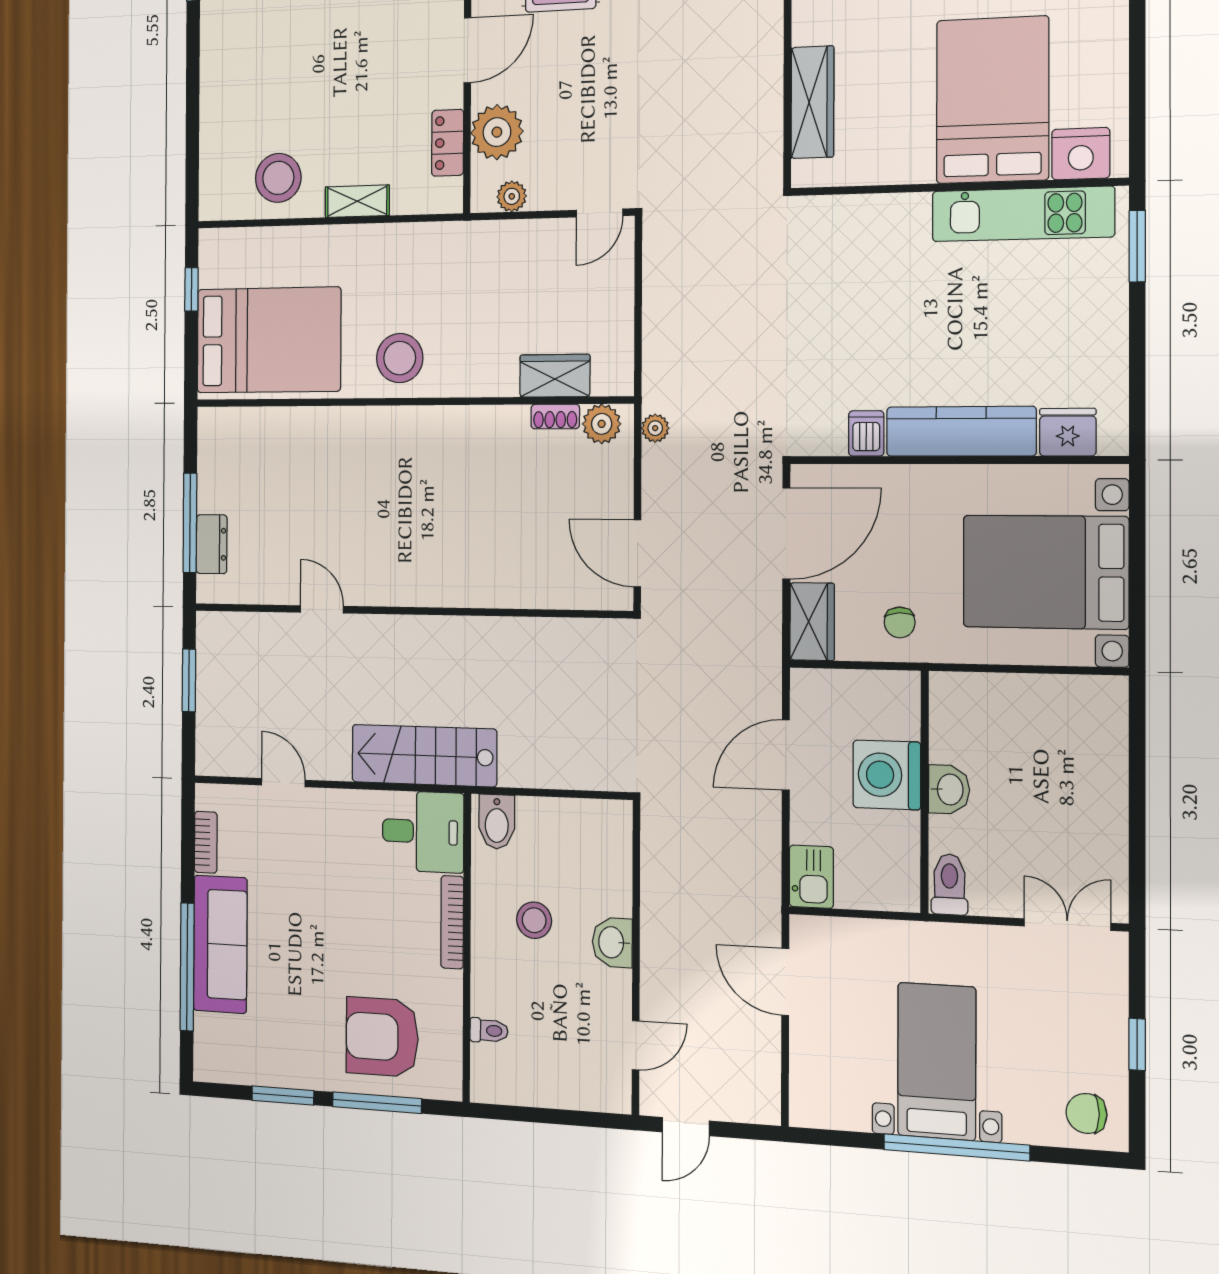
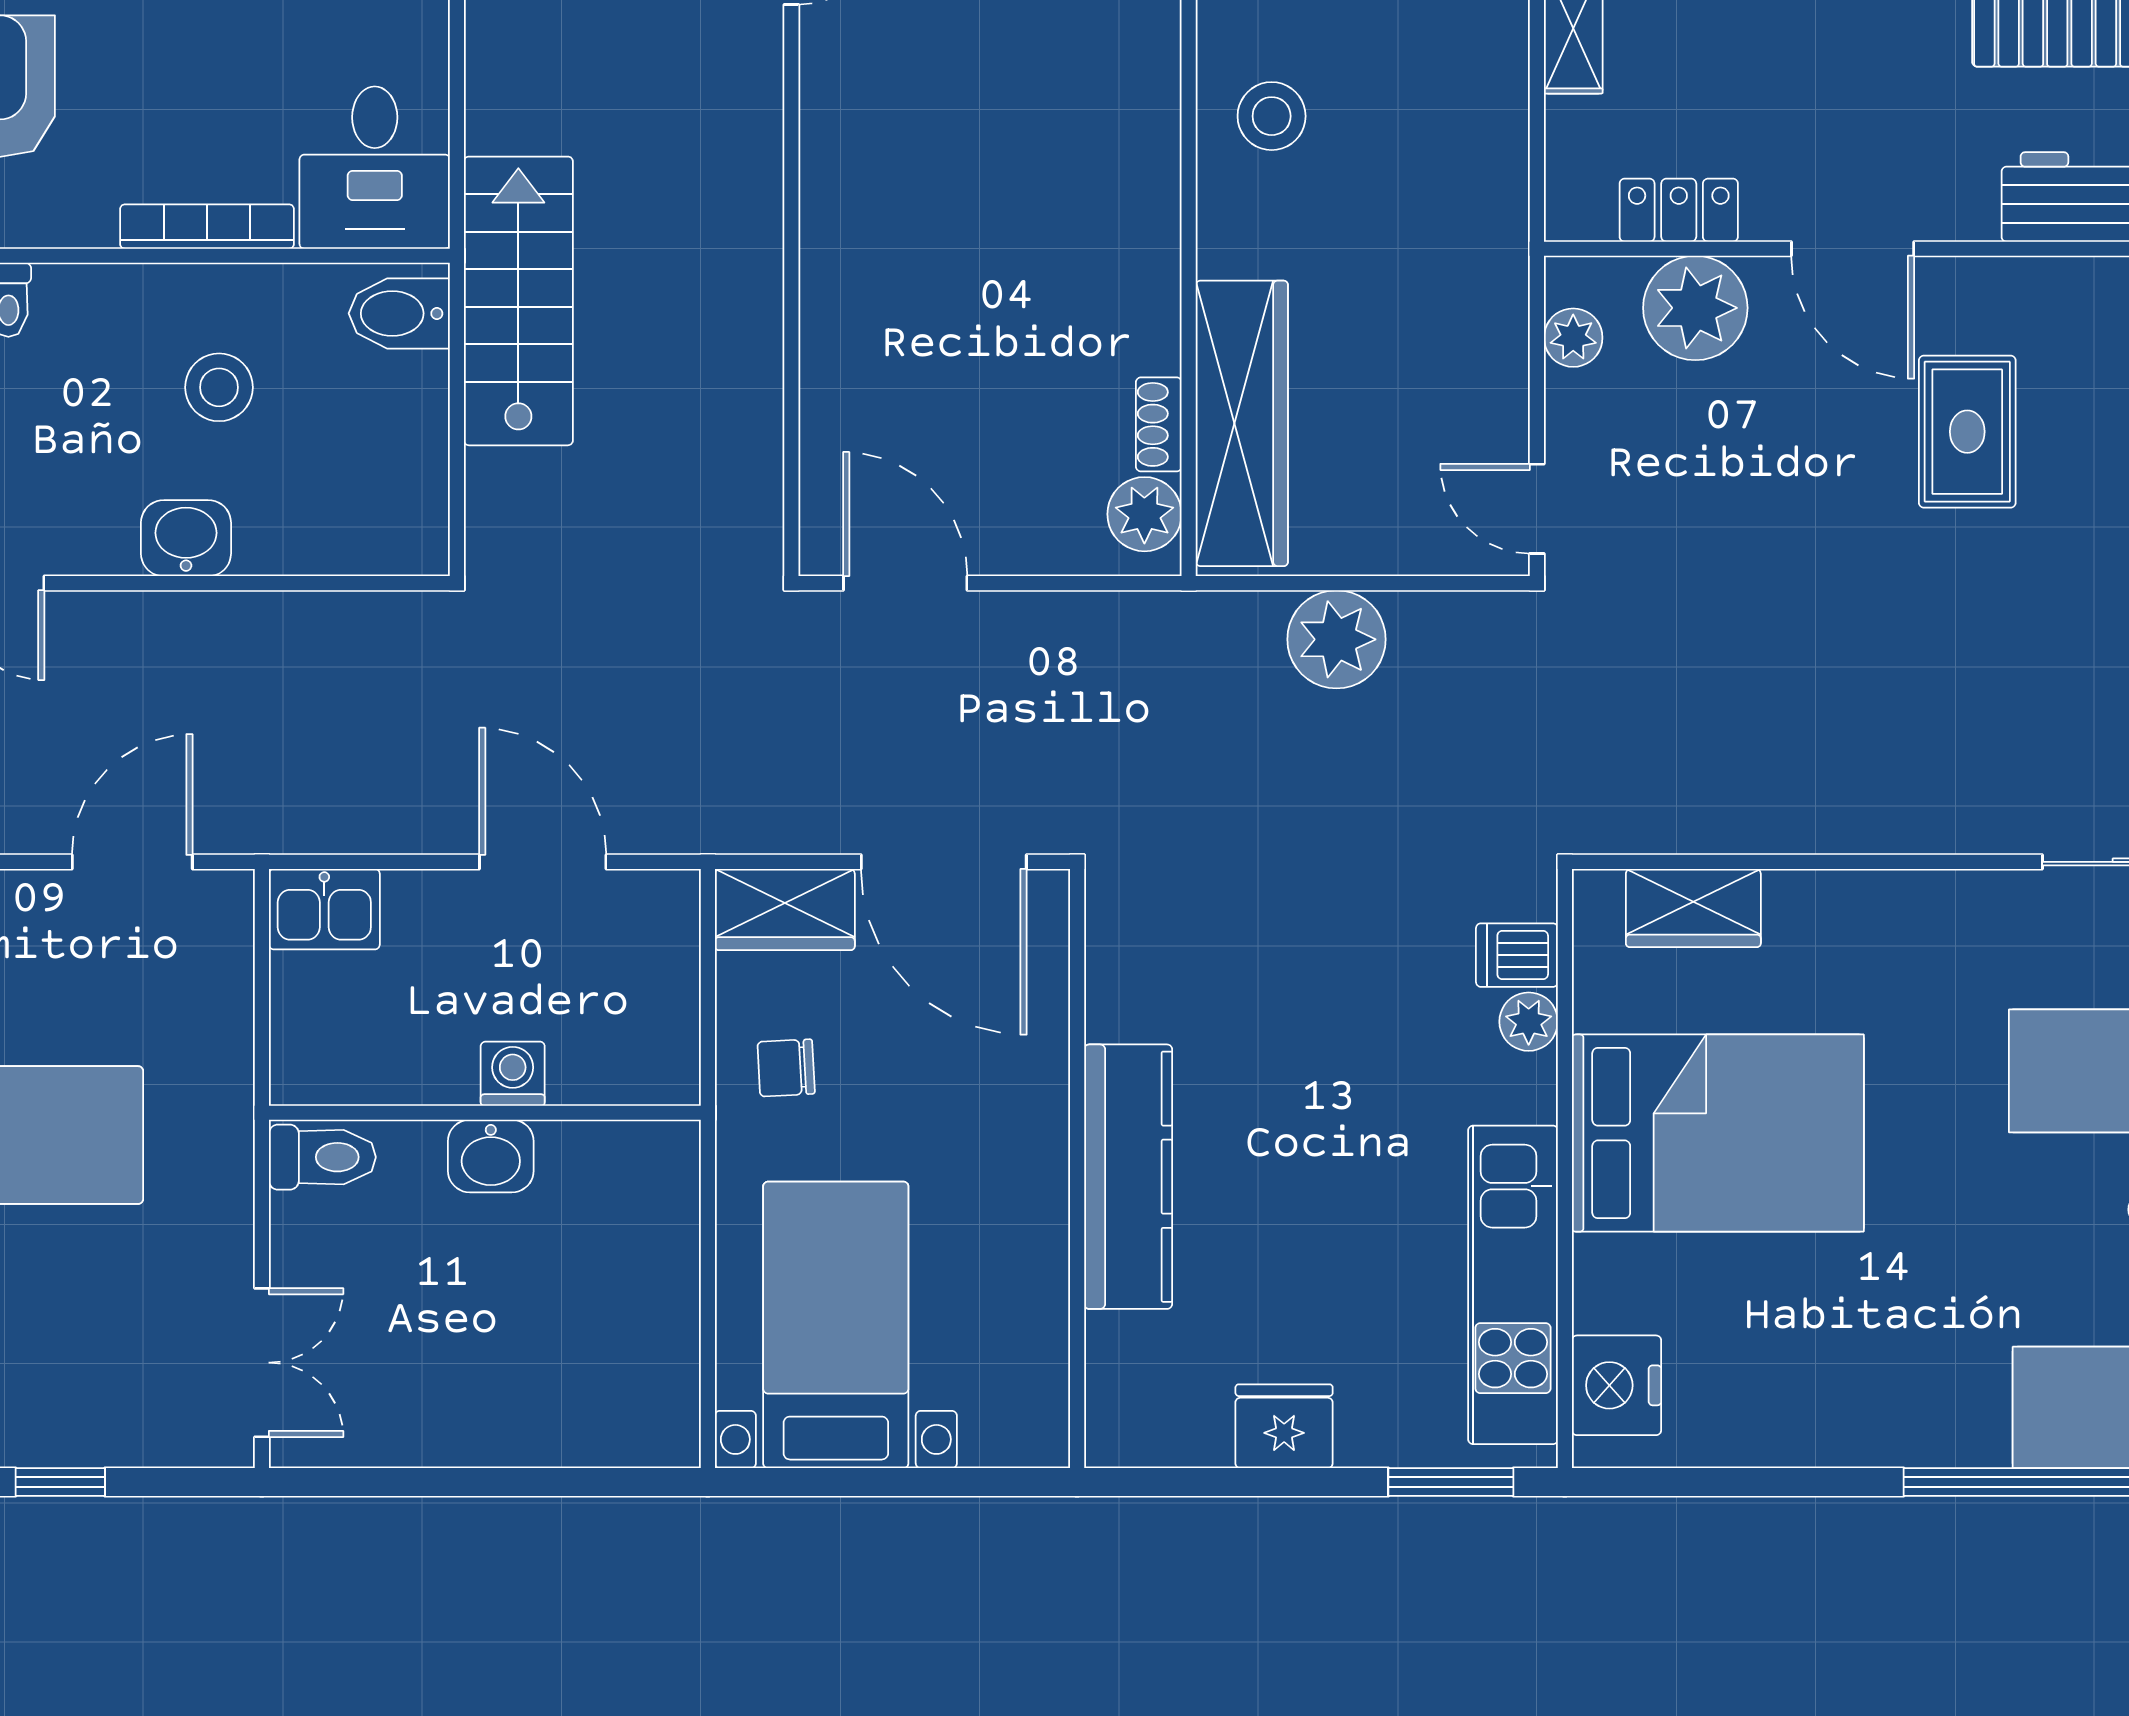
bed: (992, 100) -> (1718, 1133), moved
wardrobe: (812, 102) -> (1693, 908), width x0.67
plant: (875, 209) -> (1529, 1022), added
stool: (400, 358) -> (1272, 116), width x0.73, depth x0.73
wardrobe: (555, 376) -> (1242, 423), width x2.10, depth x1.17
plant: (655, 428) -> (1336, 639), moved, width x1.87, depth x1.87
fridge: (1068, 432) -> (1284, 1426), moved, turned -90
dishwasher: (866, 433) -> (1517, 955), moved, turned 180
door: (637, 553) -> (905, 583), hinge flipped
bed with nightstands: (1046, 572) -> (836, 1325), width x0.73
stairs: (424, 756) -> (518, 301), moved
washing machine: (887, 775) -> (513, 1074), width x0.53, depth x0.53

